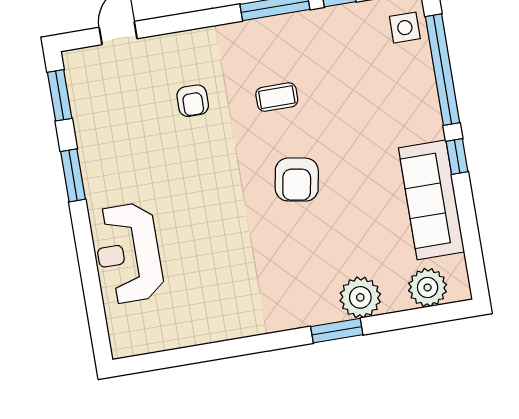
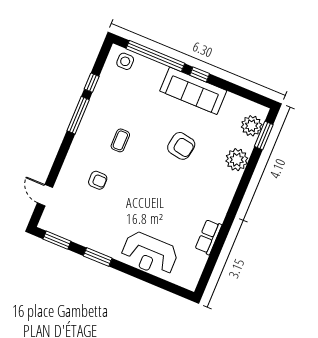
armchair: (297, 180) -> (181, 146), moved
sofa: (431, 200) -> (193, 91), moved
row of seats: (212, 328) -> (208, 237), added
window: (337, 331) -> (264, 135), moved

